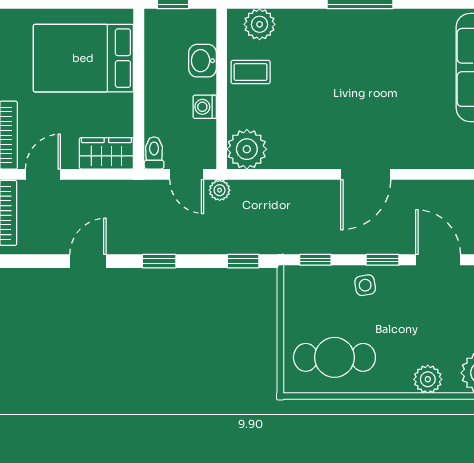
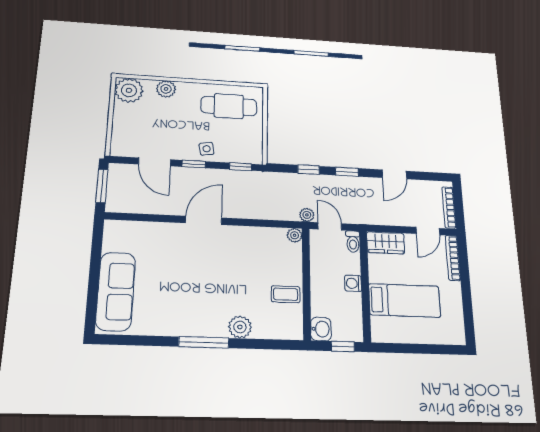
plant: (260, 24) -> (240, 327), moved
bed: (83, 58) -> (405, 300), width x0.67
washbasin: (202, 61) -> (321, 329), moved
washing machine: (205, 107) -> (353, 283), moved, turned 180
plant: (247, 149) -> (295, 235), width x0.53, depth x0.53
window: (243, 261) -> (309, 170), moved

